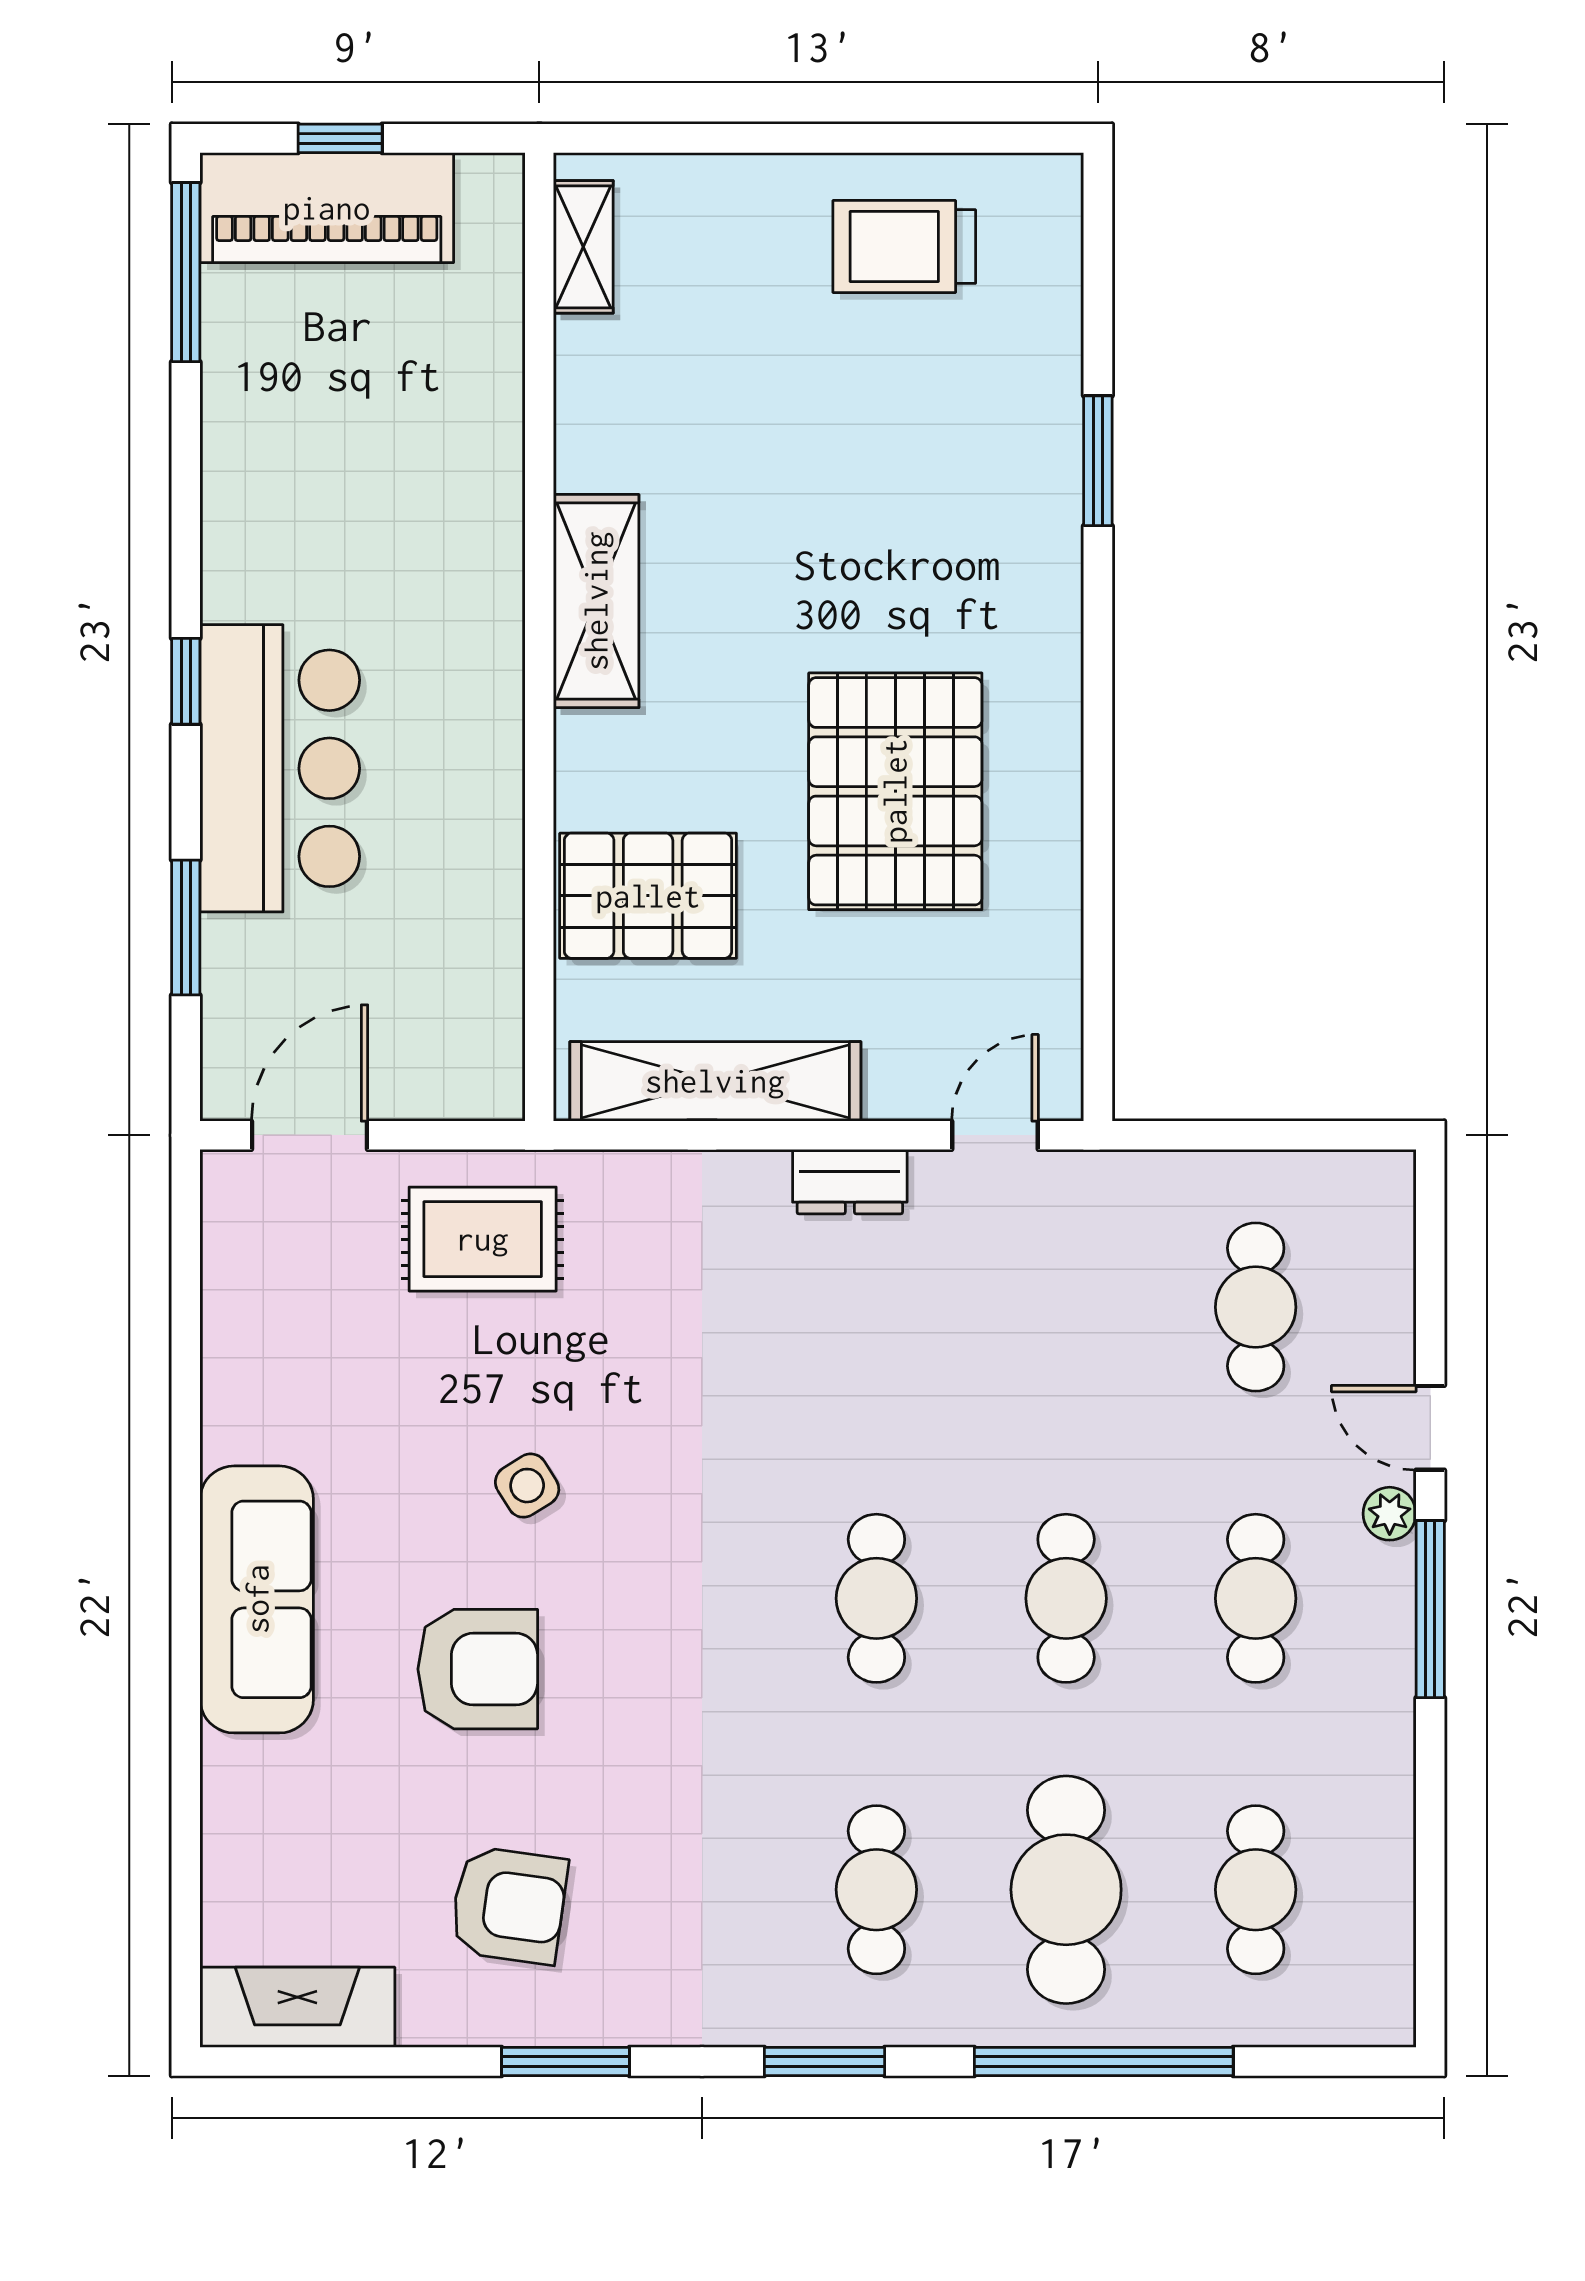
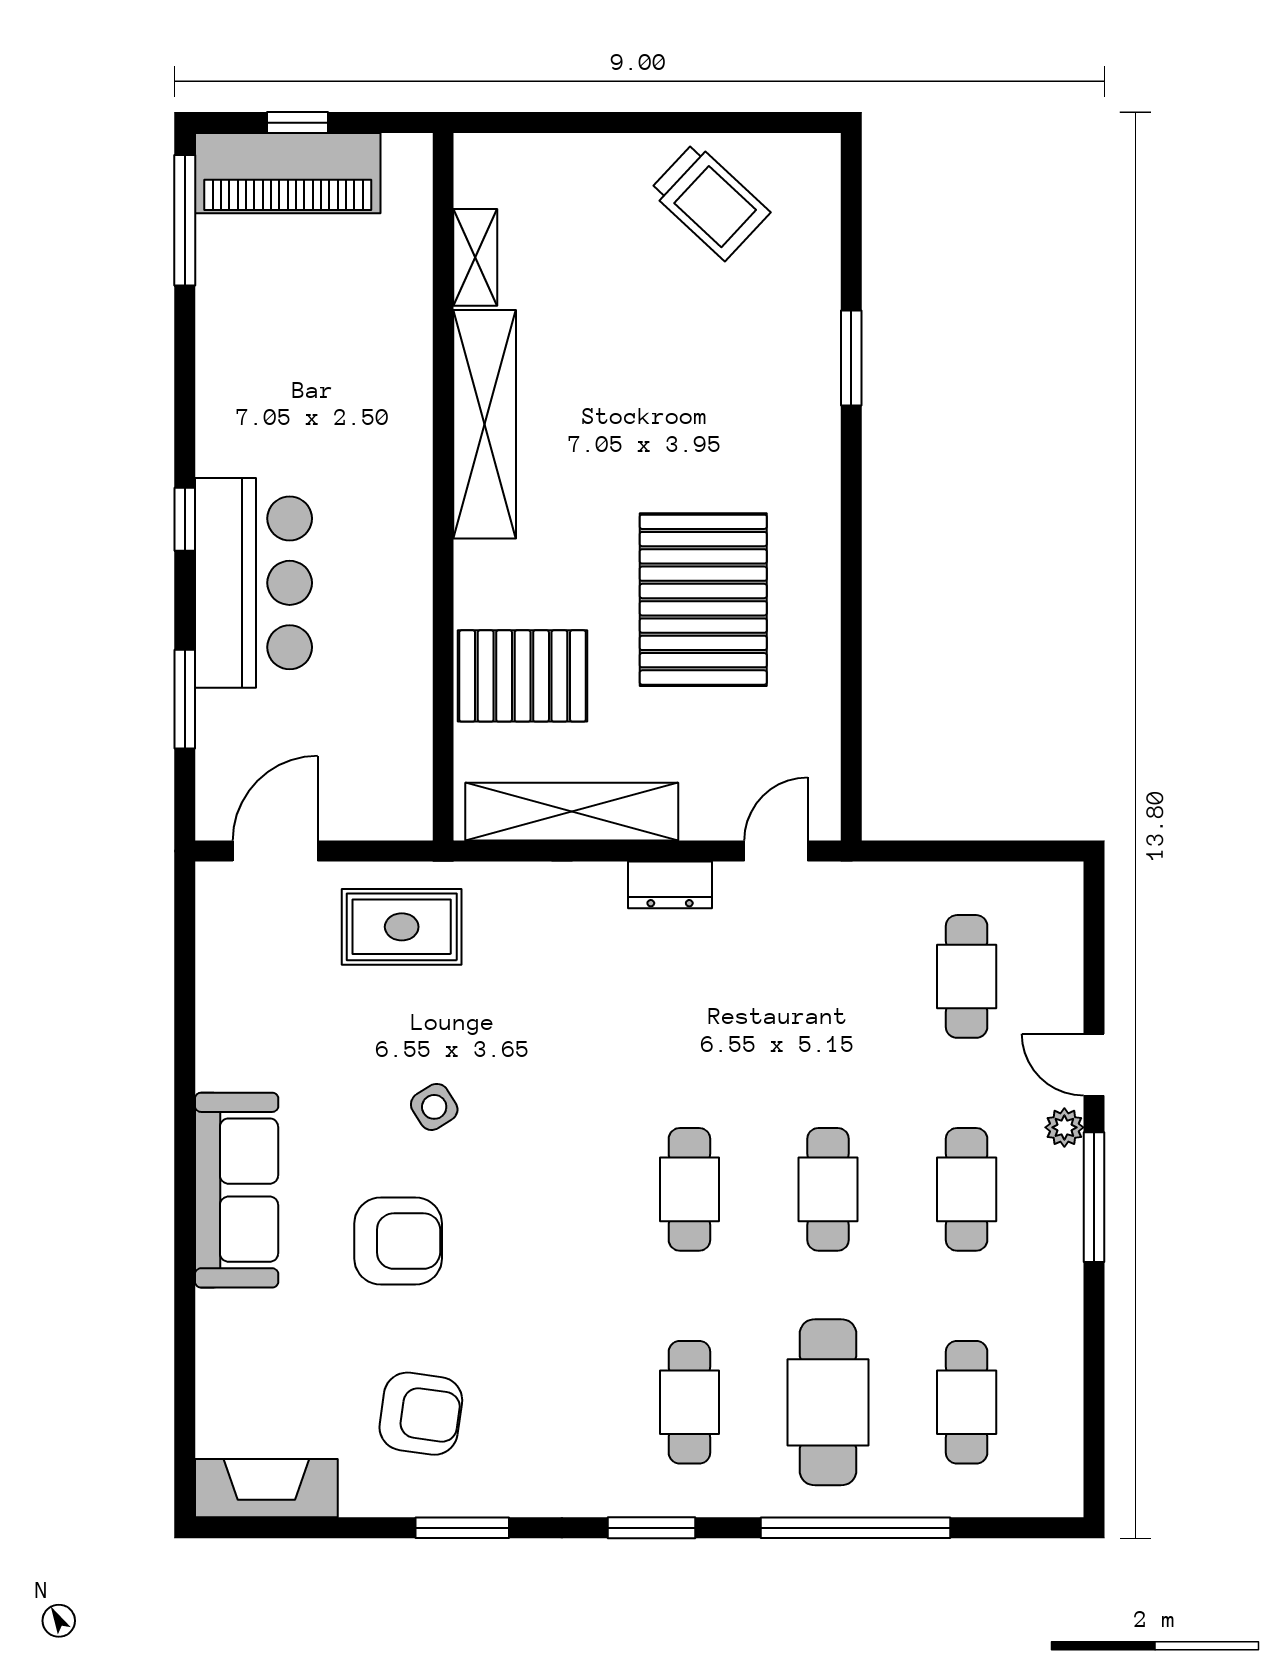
shelving: (583, 247) -> (475, 257), moved
trolley: (904, 247) -> (710, 202), turned -137
shelving: (596, 601) -> (485, 424), width x1.47

